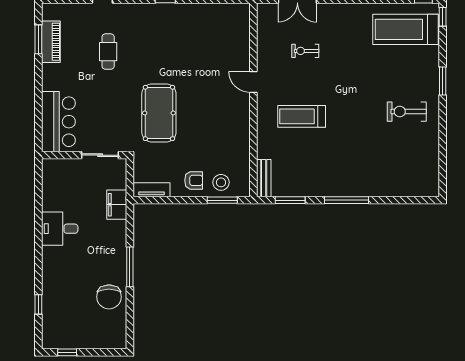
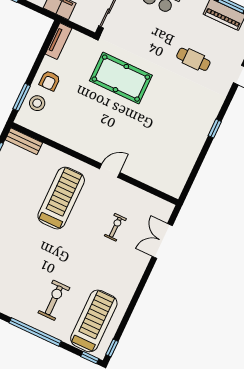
window: (443, 81) -> (35, 332), width x2.11
exercise bike: (407, 112) -> (54, 300), moved
treadmill: (302, 116) -> (61, 198), width x1.37, depth x1.38

